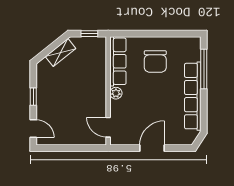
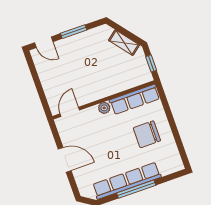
window: (204, 69) -> (136, 189), moved
window: (33, 97) -> (74, 32), width x1.50
door: (33, 129) -> (44, 42), hinge flipped

